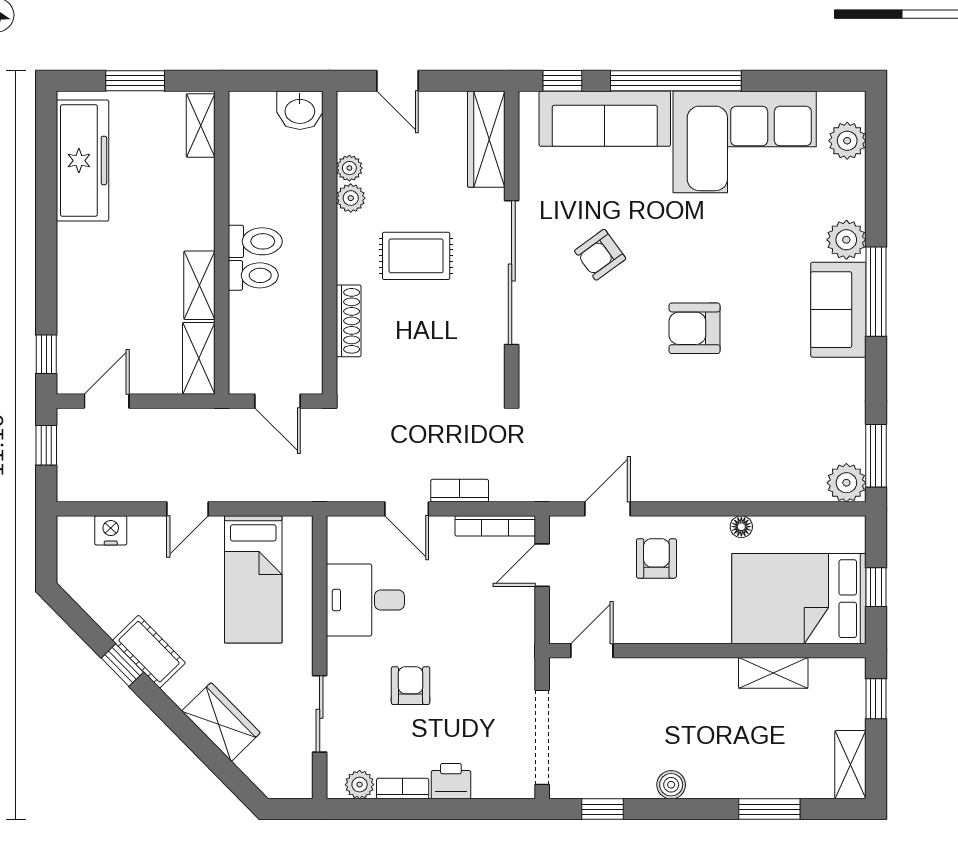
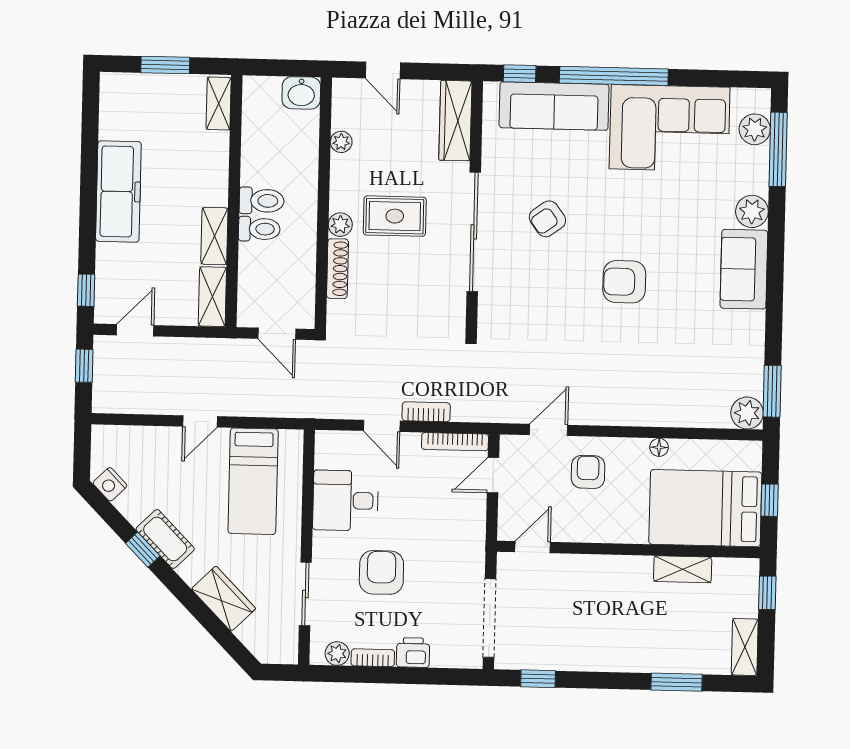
freezer: (83, 161) -> (118, 191), moved
plant: (351, 198) -> (340, 225), moved
window: (876, 292) -> (778, 149), moved
nightstand: (111, 530) -> (110, 484), moved, turned -134
armchair: (411, 686) -> (381, 572), width x1.38, depth x1.38
boiler: (671, 785) -> (596, 660), removed

